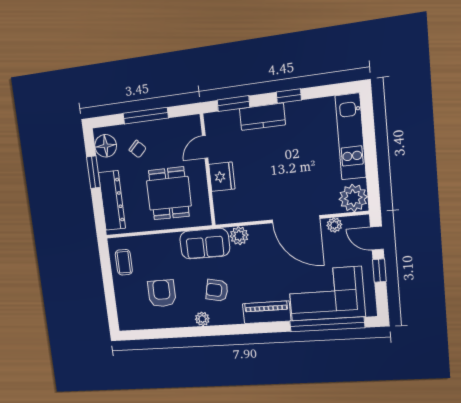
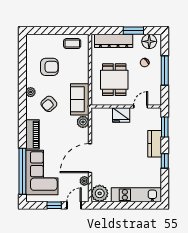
door: (205, 147) -> (141, 106), hinge flipped
dining table: (169, 193) -> (114, 80), turned 90
armchair: (217, 290) -> (49, 104), turned -144

